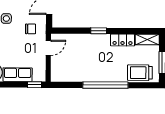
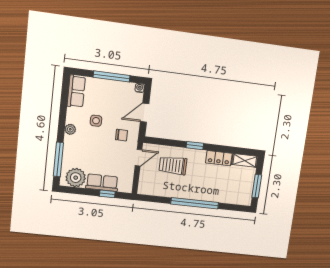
trolley: (140, 73) -> (173, 165), moved
window: (35, 85) -> (107, 194), moved

